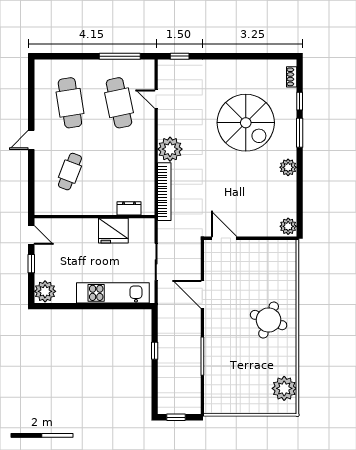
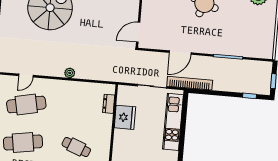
plant: (170, 149) -> (70, 73), width x0.53, depth x0.53
bookcase: (164, 192) -> (190, 83), moved
window: (155, 351) -> (249, 96), moved

